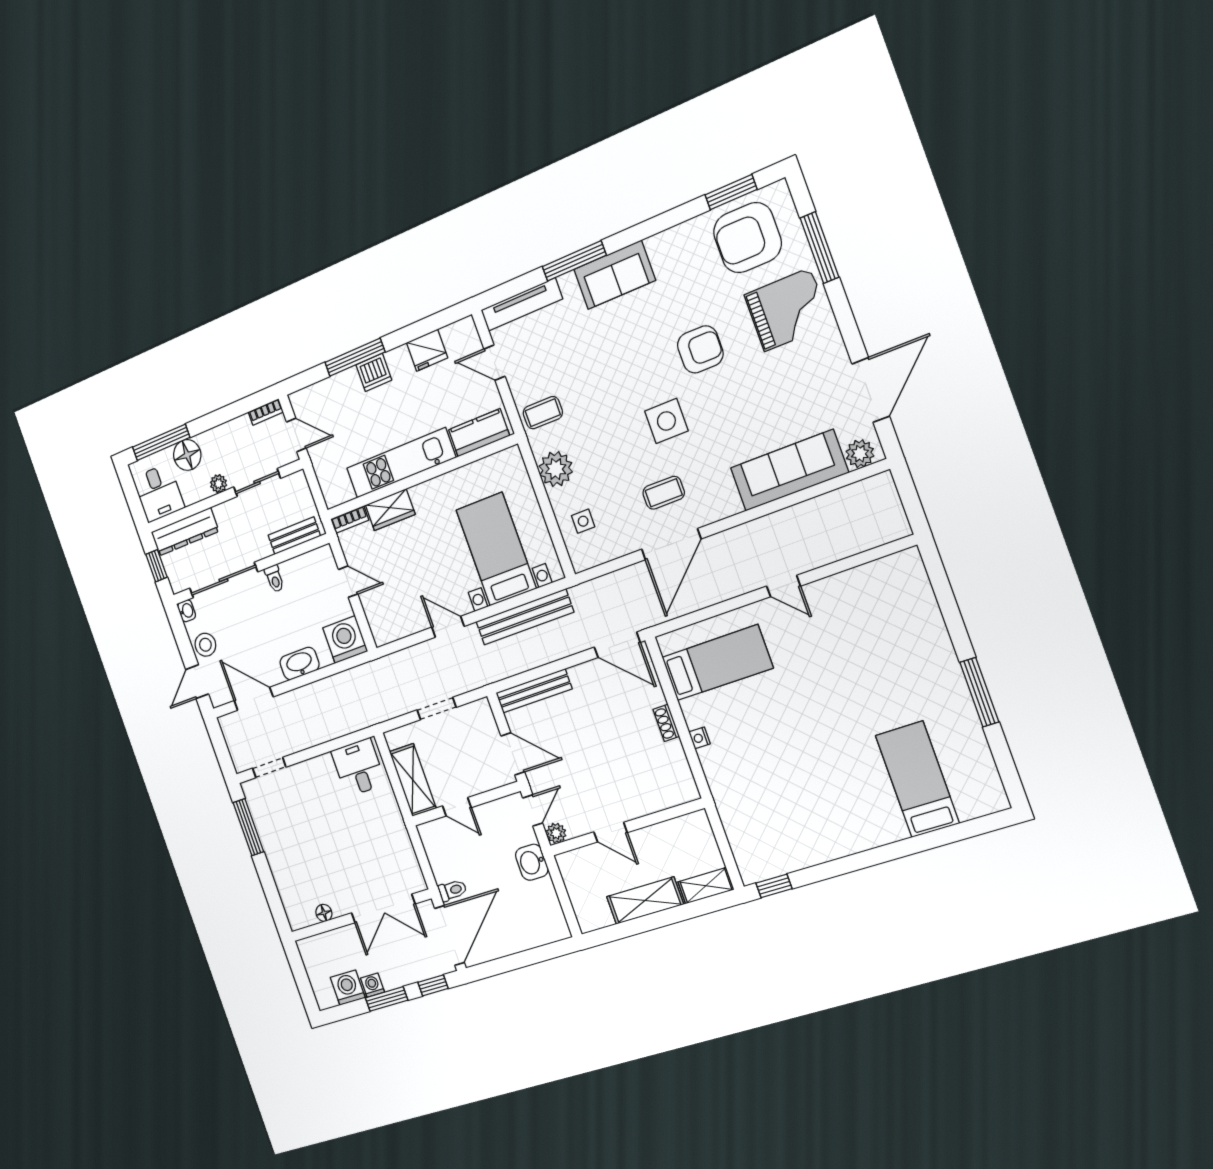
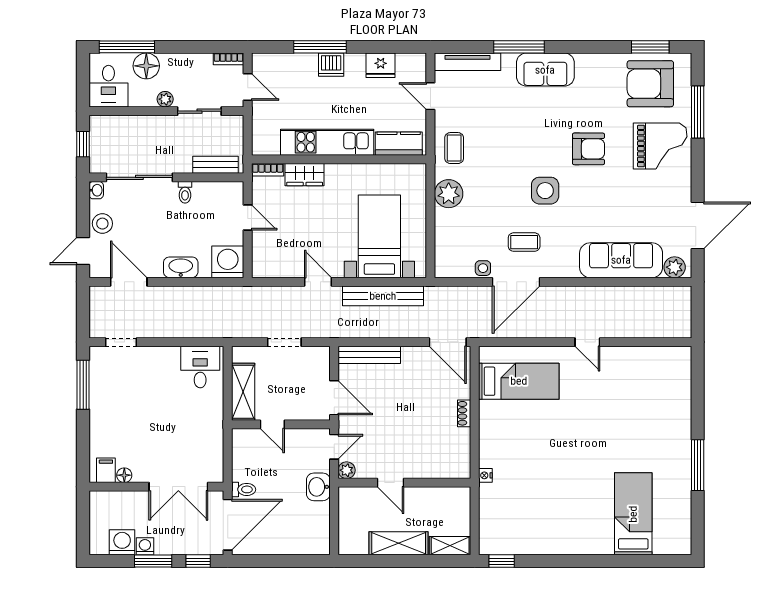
coffee table: (543, 413) -> (454, 148), turned 90
side table: (583, 521) -> (483, 268), moved
dresser: (185, 532) -> (120, 126), removed
nightstand: (700, 738) -> (485, 475), moved
filing cabinet: (304, 913) -> (106, 470), added

